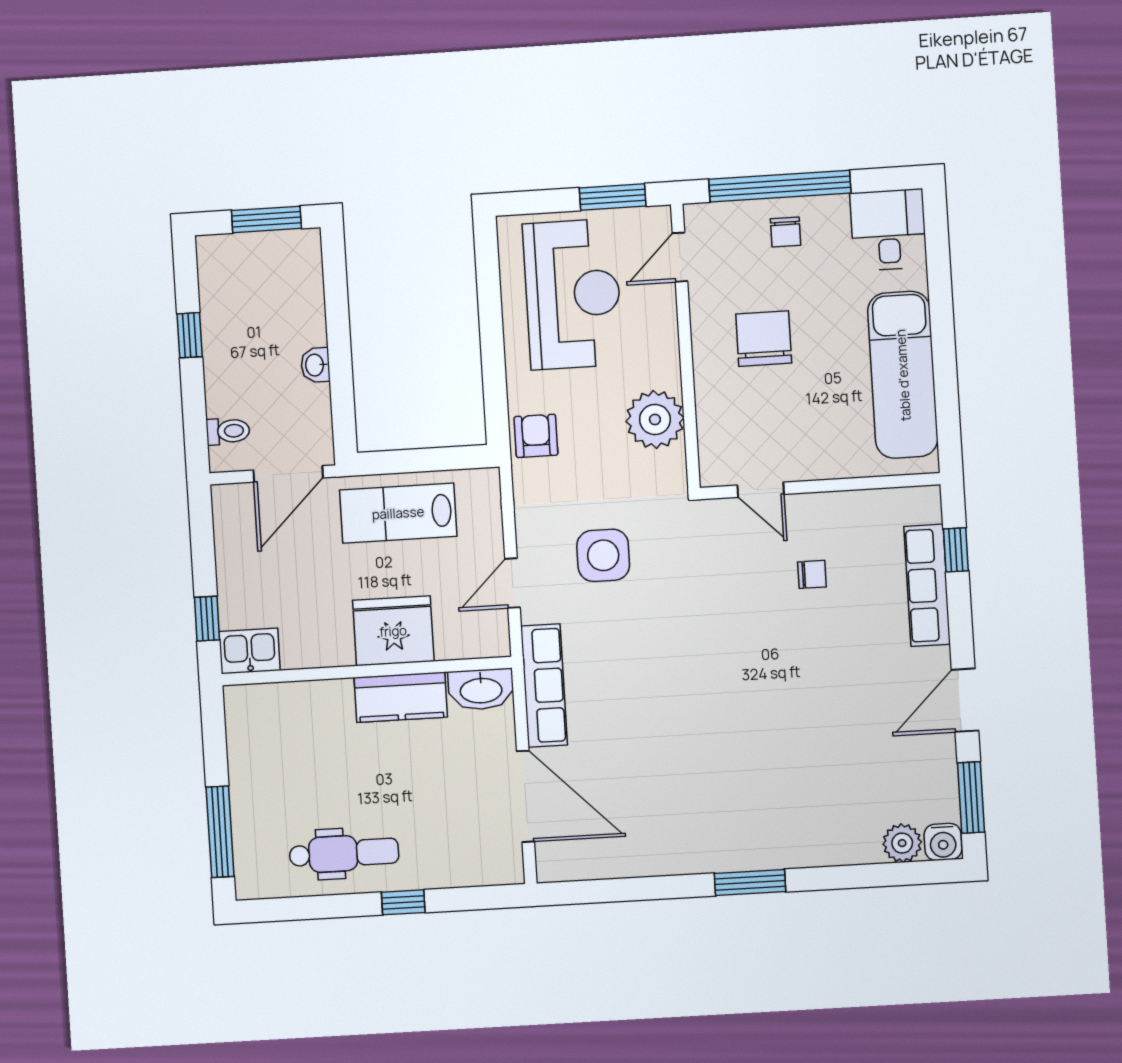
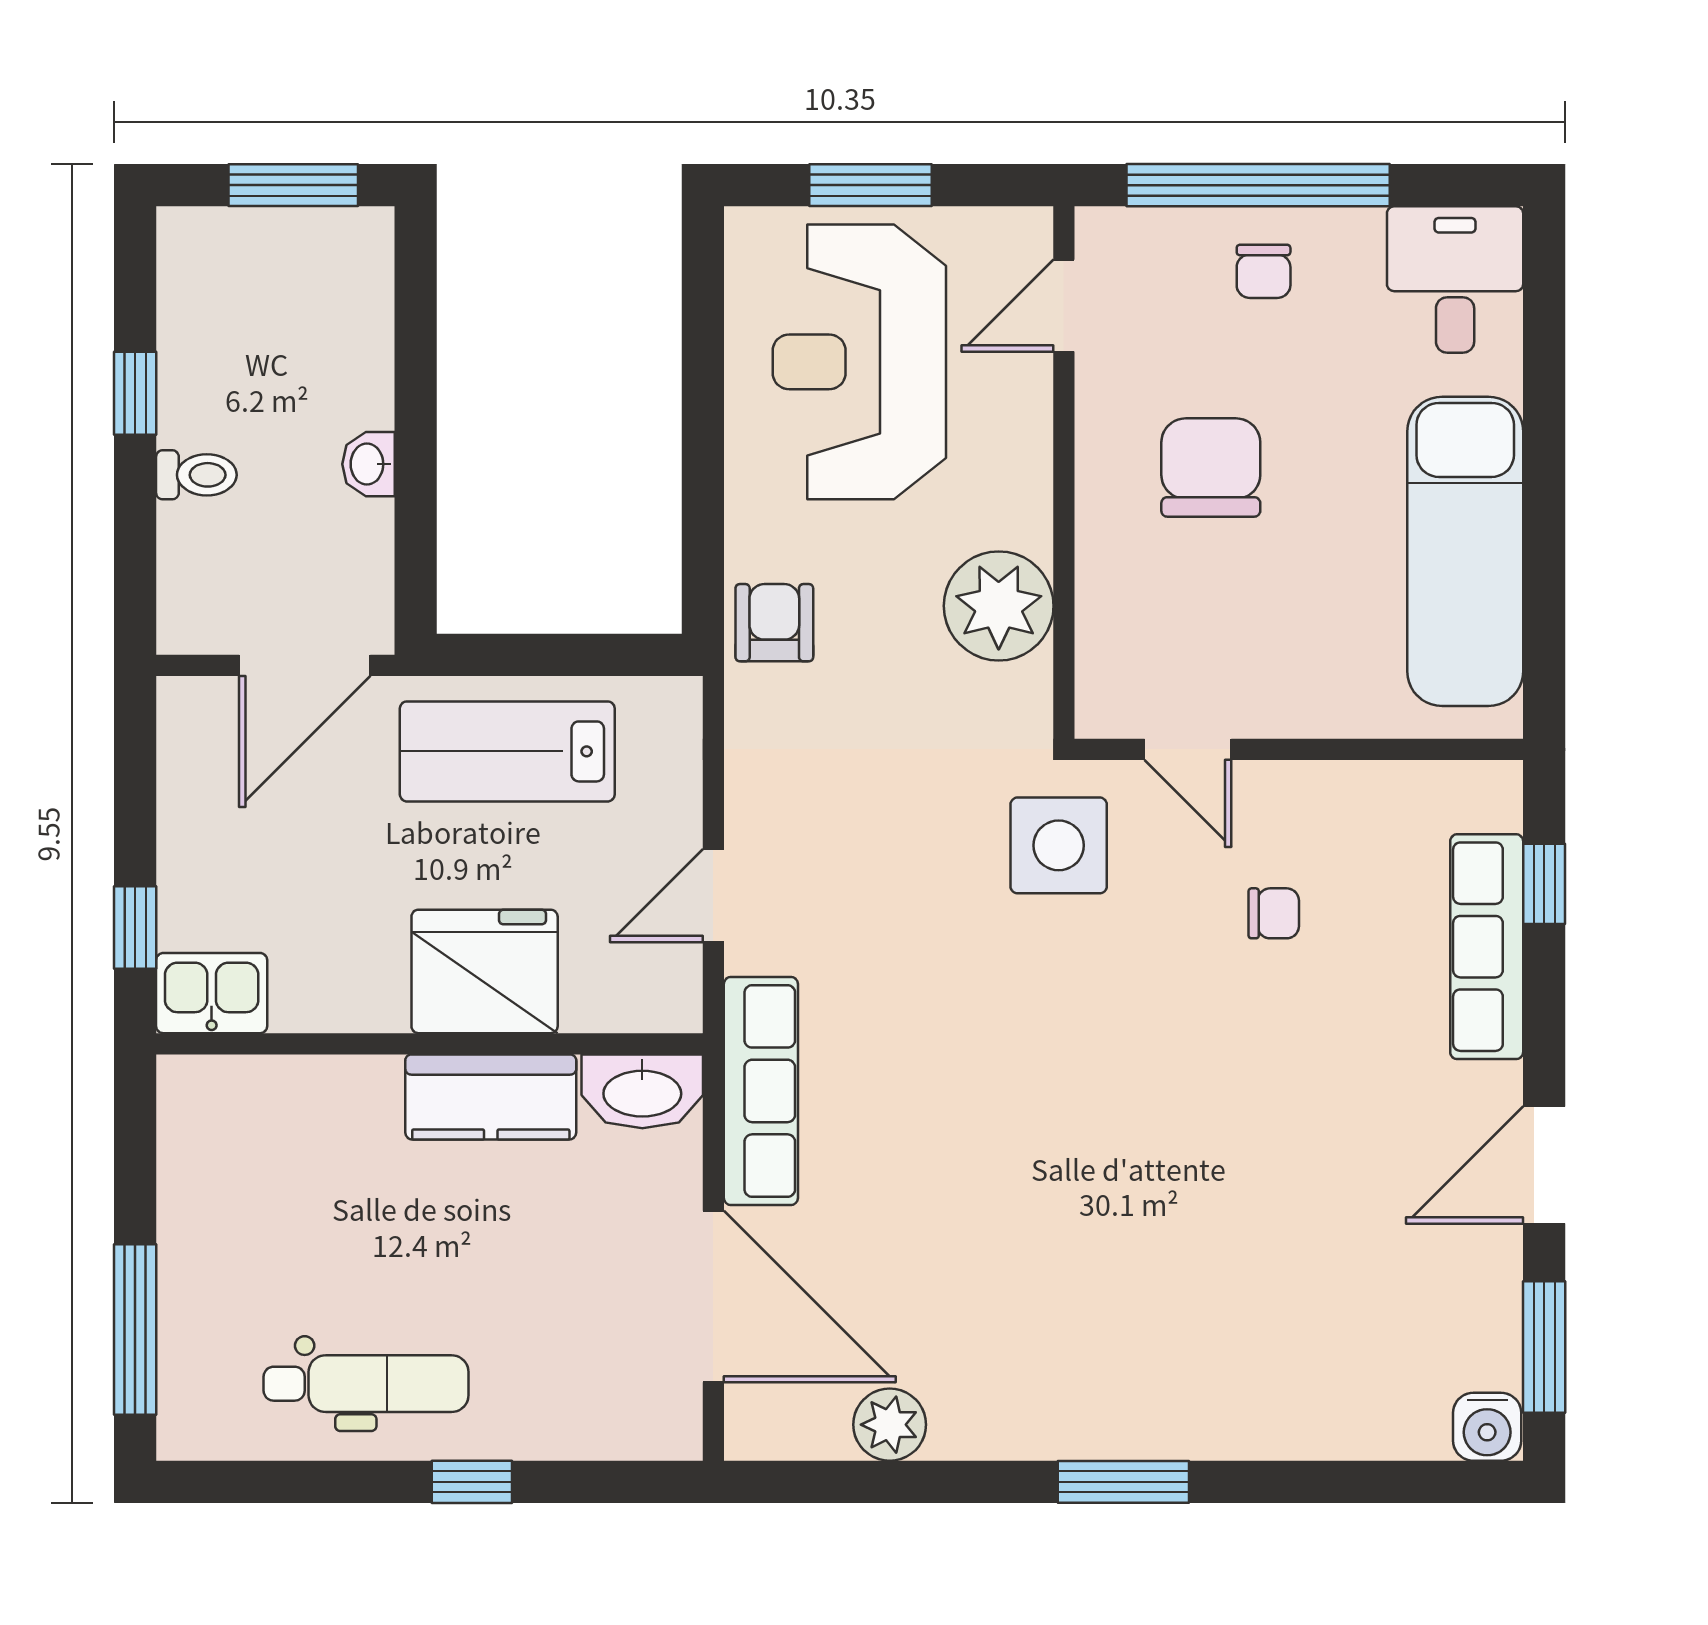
window: (613, 197) -> (870, 185), moved
reception desk: (573, 294) -> (859, 362), turned 180
toilet: (228, 431) -> (196, 475), moved
side table: (603, 555) -> (1059, 845), moved
plant: (902, 843) -> (890, 1425), moved

